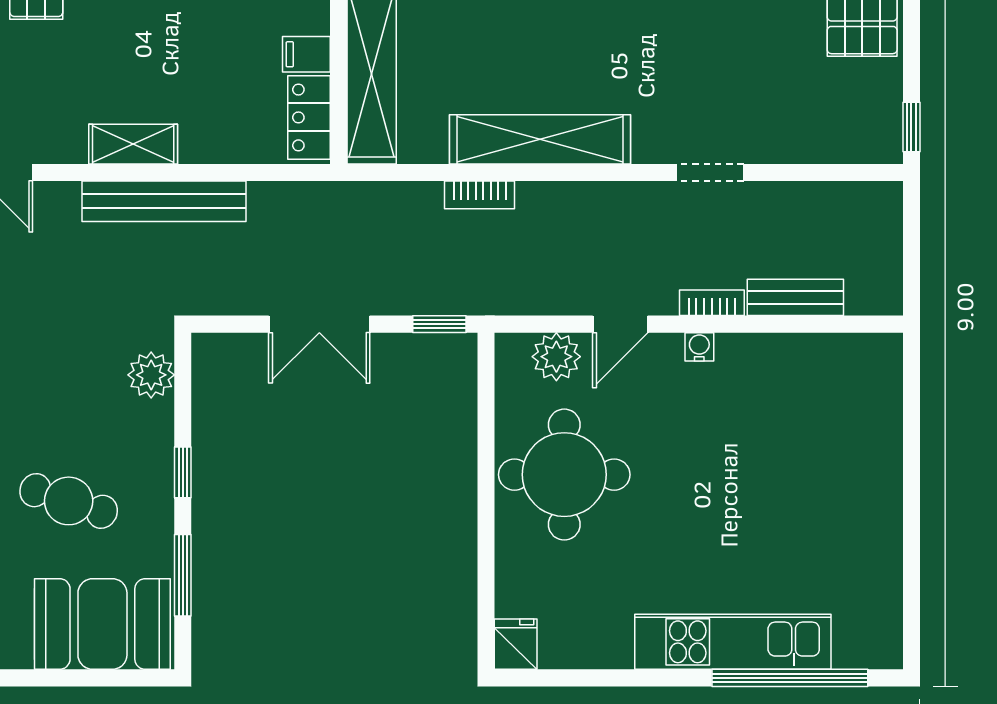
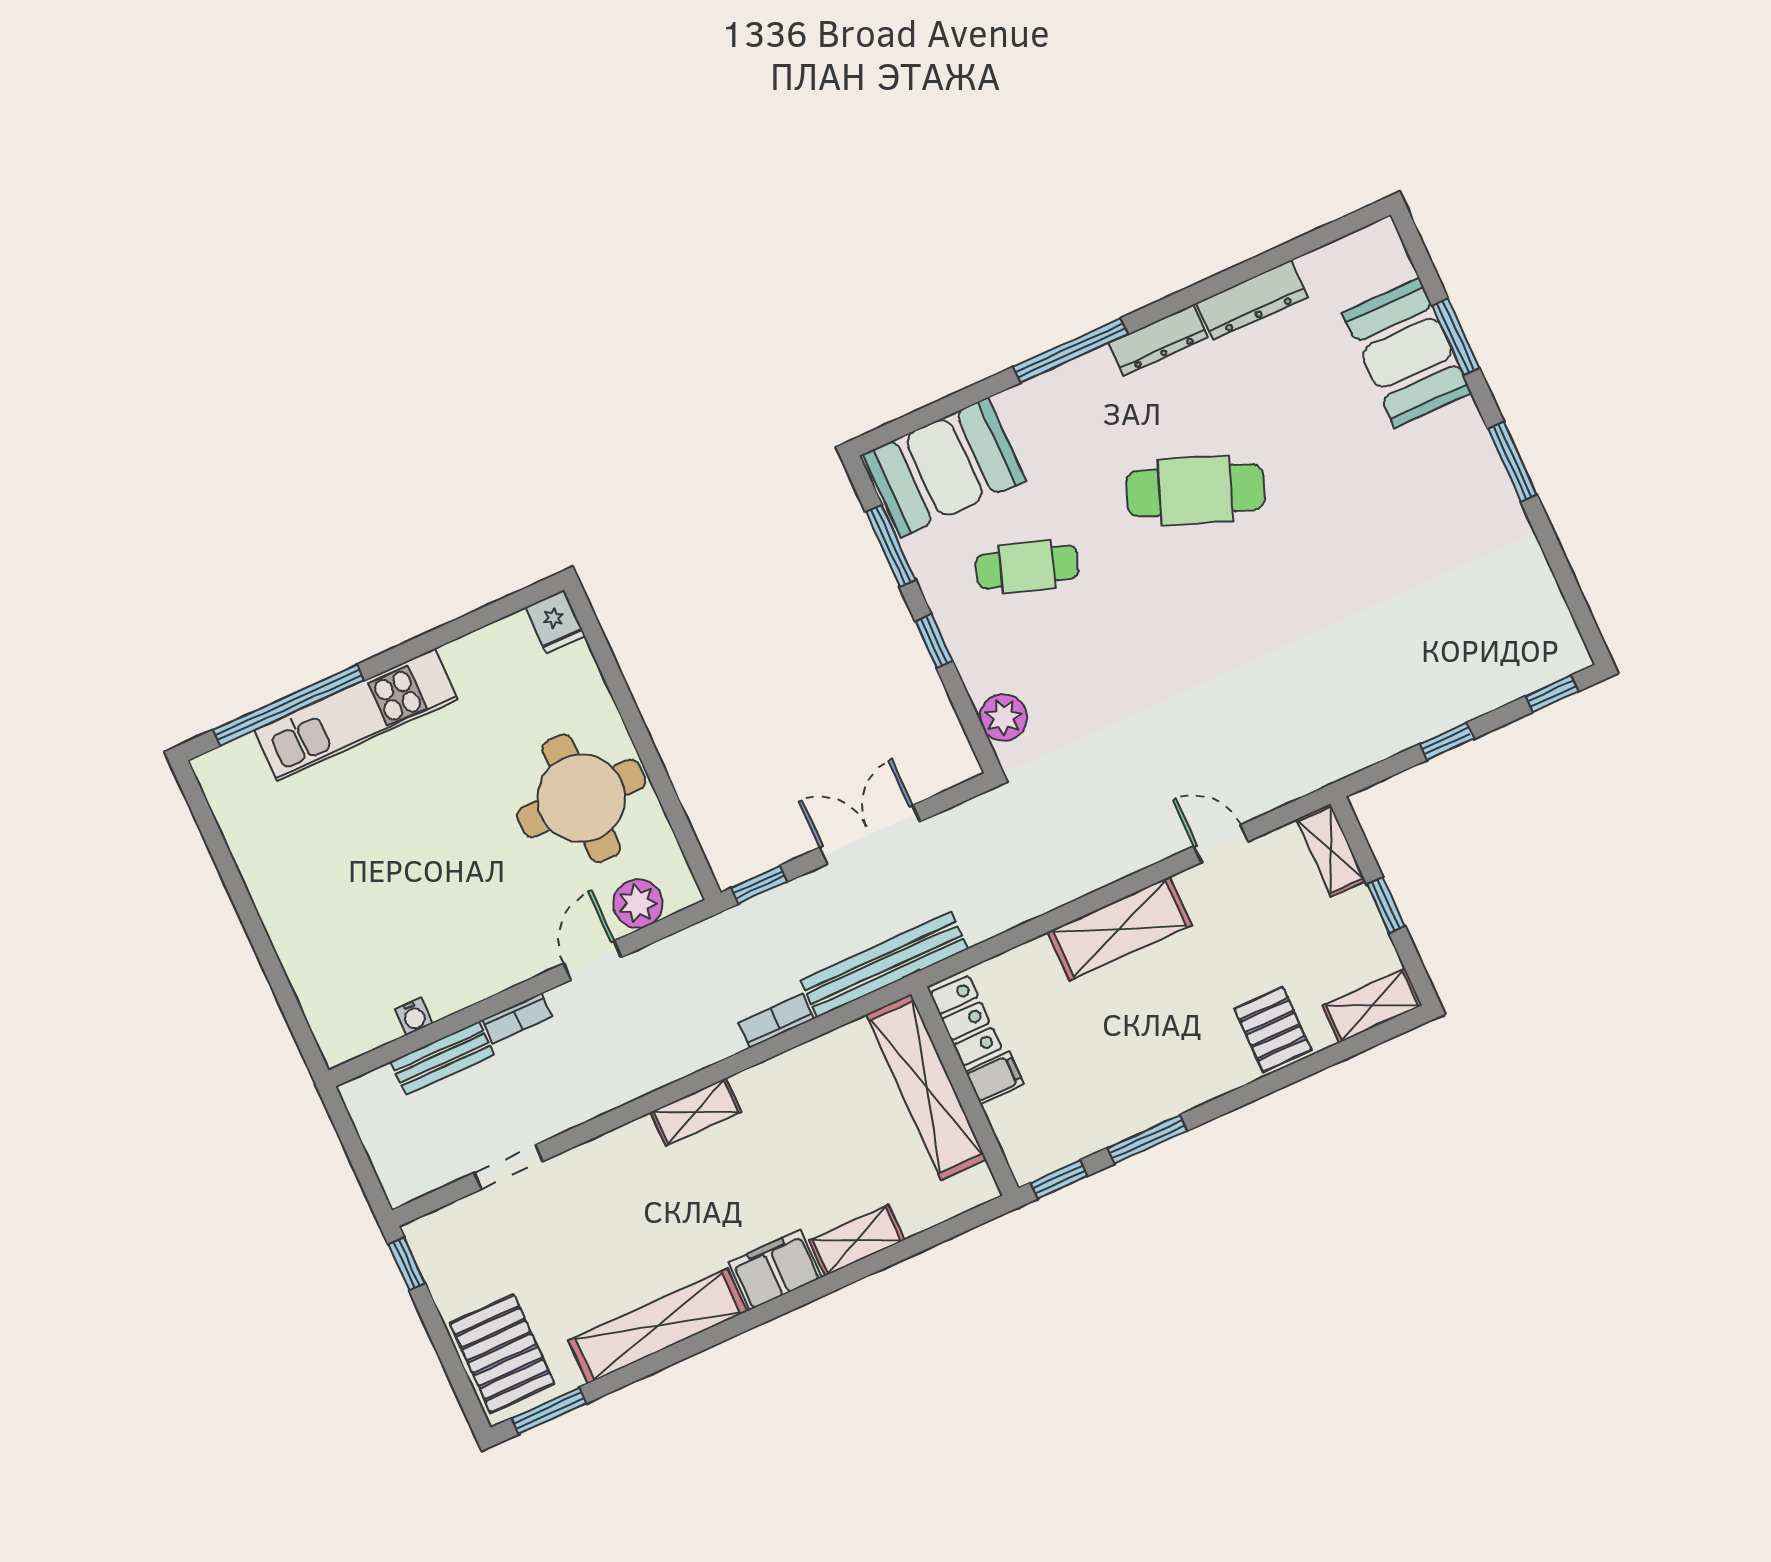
shelving: (540, 139) -> (696, 1112), width x0.45, depth x0.75
shelving: (133, 144) -> (1120, 929), width x1.50, depth x1.33
doorway: (710, 172) -> (509, 1167), moved
bench: (164, 201) -> (884, 965), moved
water cooler: (699, 347) -> (414, 1016), moved

